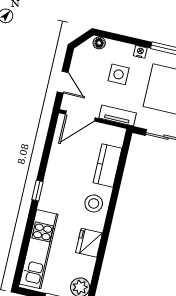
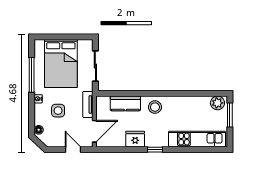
door: (63, 82) -> (73, 150), hinge flipped
door: (80, 116) -> (94, 131), hinge flipped
fridge: (89, 243) -> (135, 139), moved, turned 180

